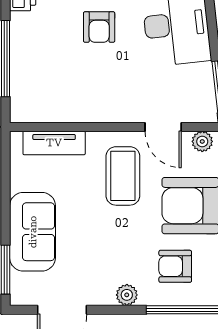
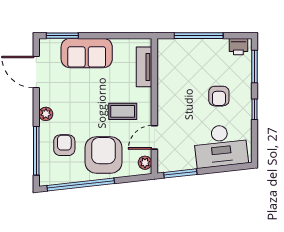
armchair: (99, 27) -> (219, 96), turned -90
coffee table: (123, 176) -> (123, 111), width x0.73, depth x0.77

